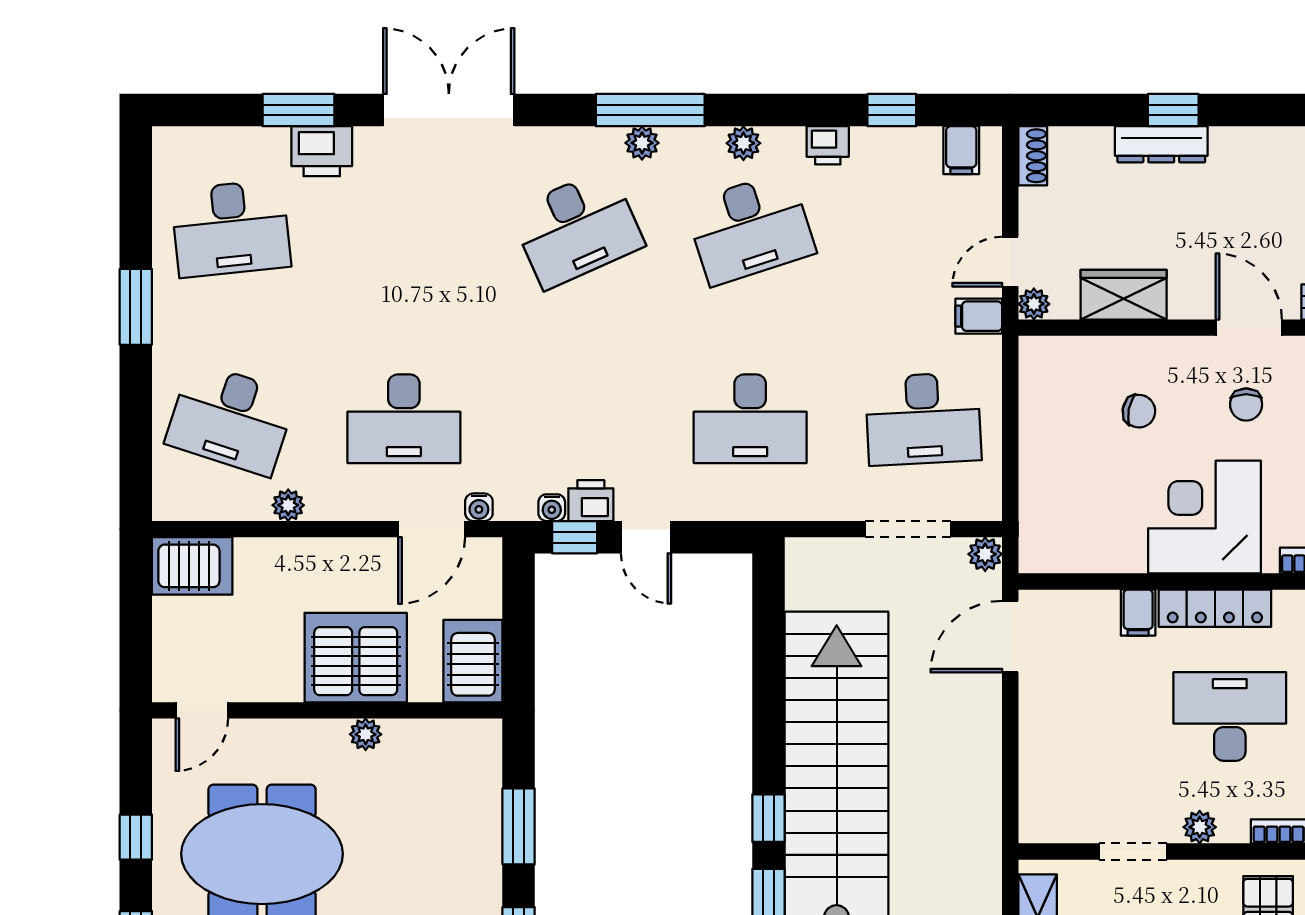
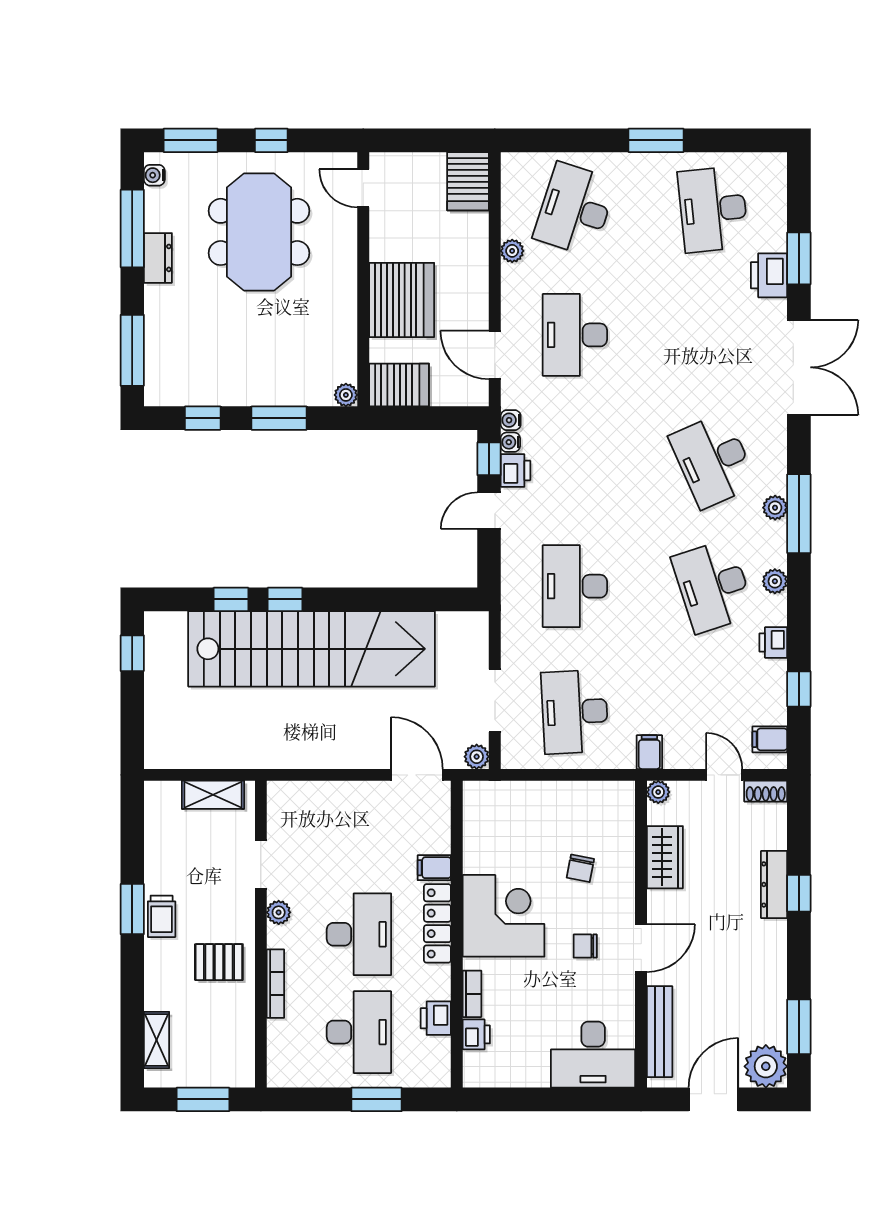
door: (1010, 262) -> (724, 775), moved
water cooler: (479, 507) -> (511, 420), moved
plant: (366, 734) -> (346, 395), moved

